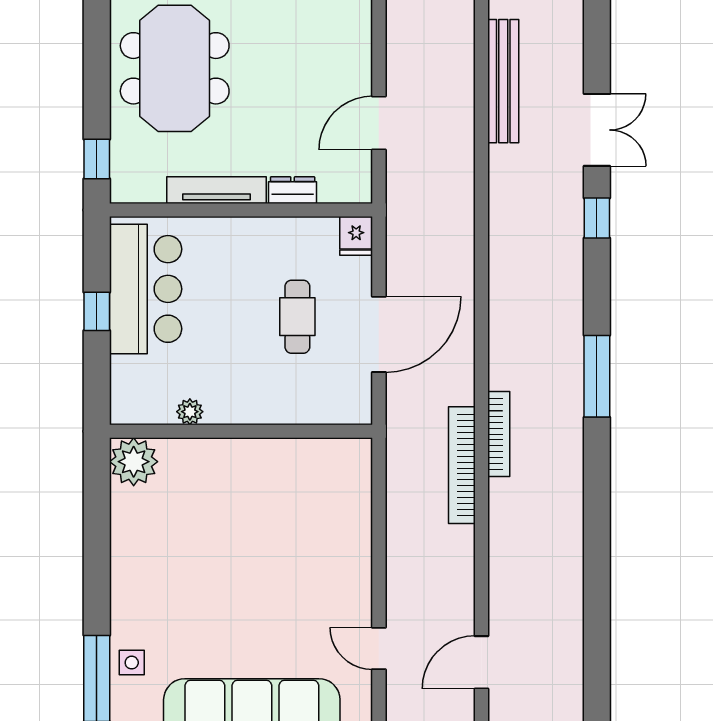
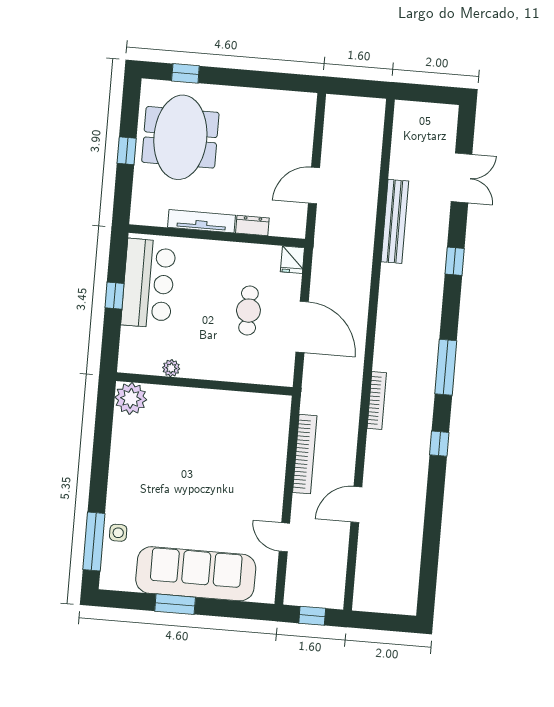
bench: (503, 81) -> (395, 221), moved
double door: (597, 130) -> (462, 178), moved
window: (97, 159) -> (127, 151), moved
door: (379, 334) -> (302, 327), hinge flipped
bookcase: (462, 465) -> (305, 454), moved, turned 180
window: (597, 490) -> (439, 444), added
door: (481, 662) -> (356, 505), moved

